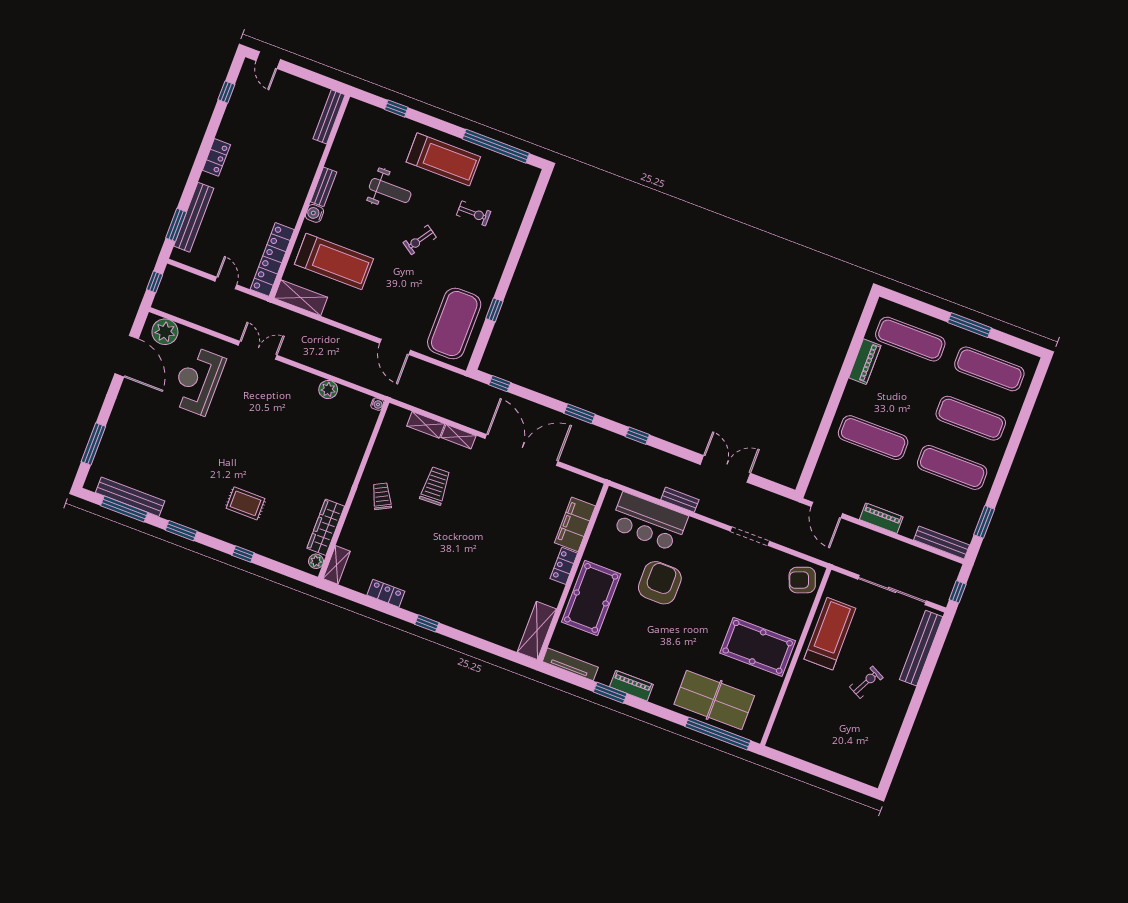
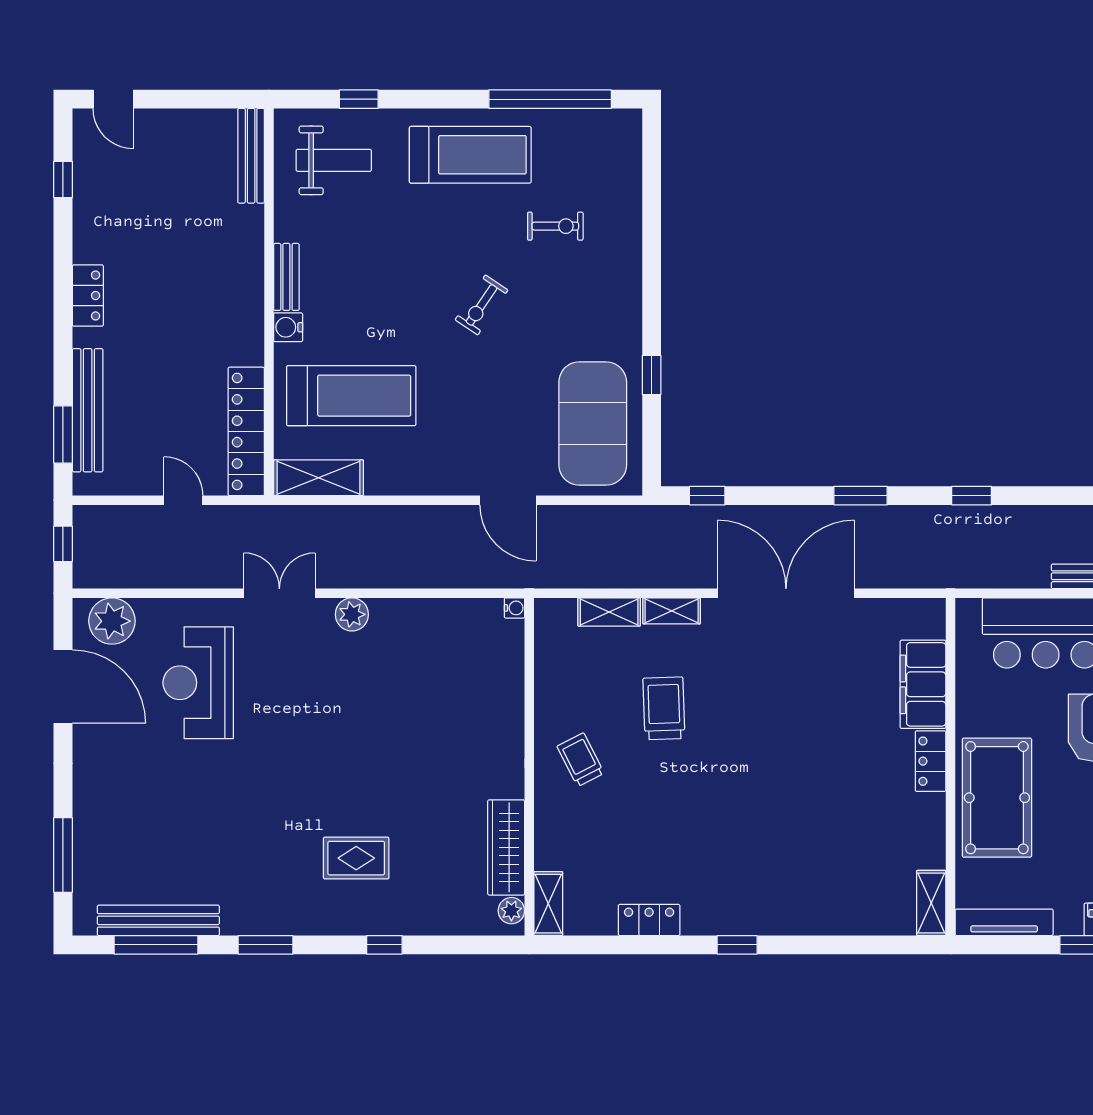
weight bench: (390, 191) -> (334, 160), moved
plant: (328, 389) -> (352, 614), moved
shelving: (537, 630) -> (931, 903), width x0.67, depth x0.75

